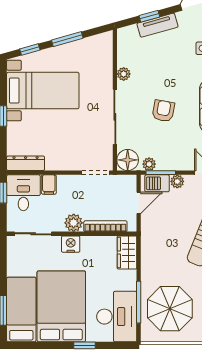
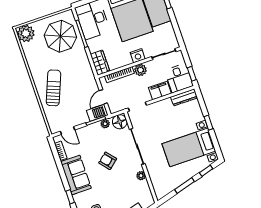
armchair: (163, 111) -> (108, 161), turned 130
plant: (177, 181) -> (83, 119), removed
filing cabinet: (49, 185) -> (160, 91), width x2.00

